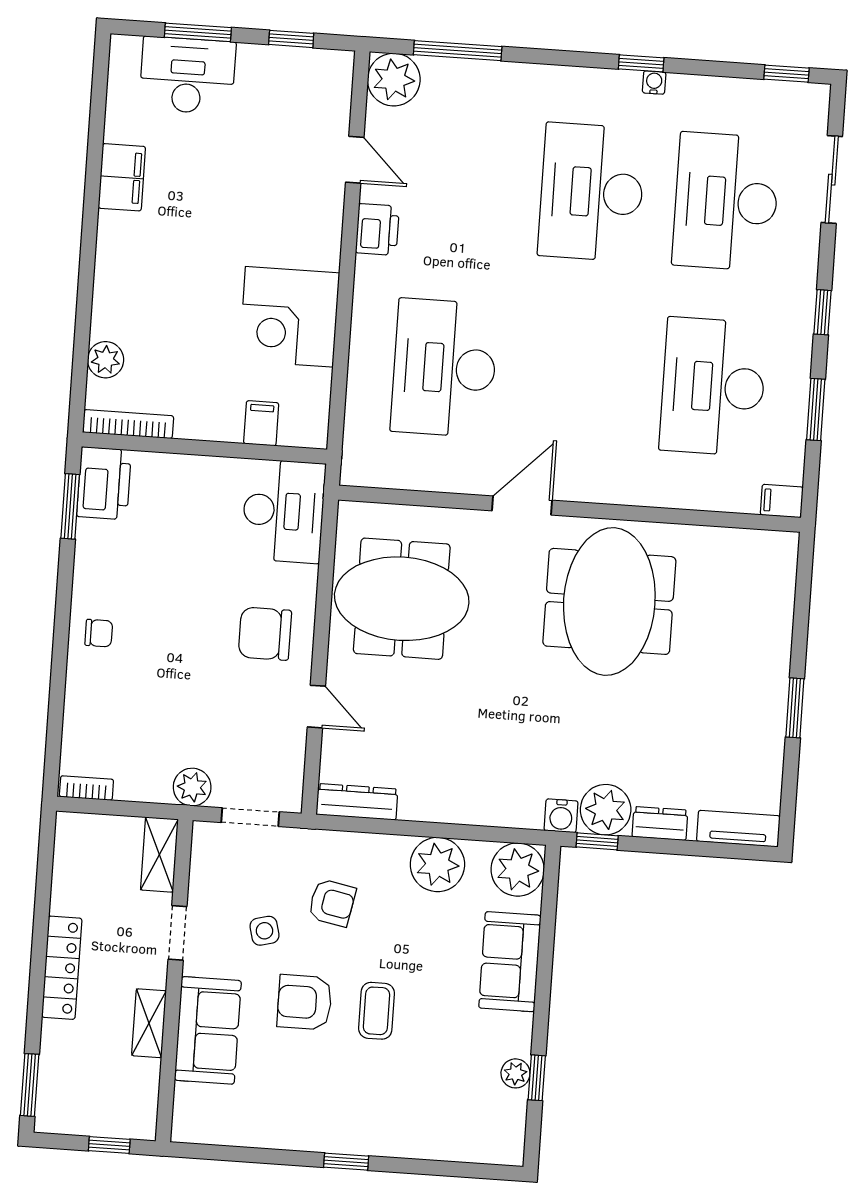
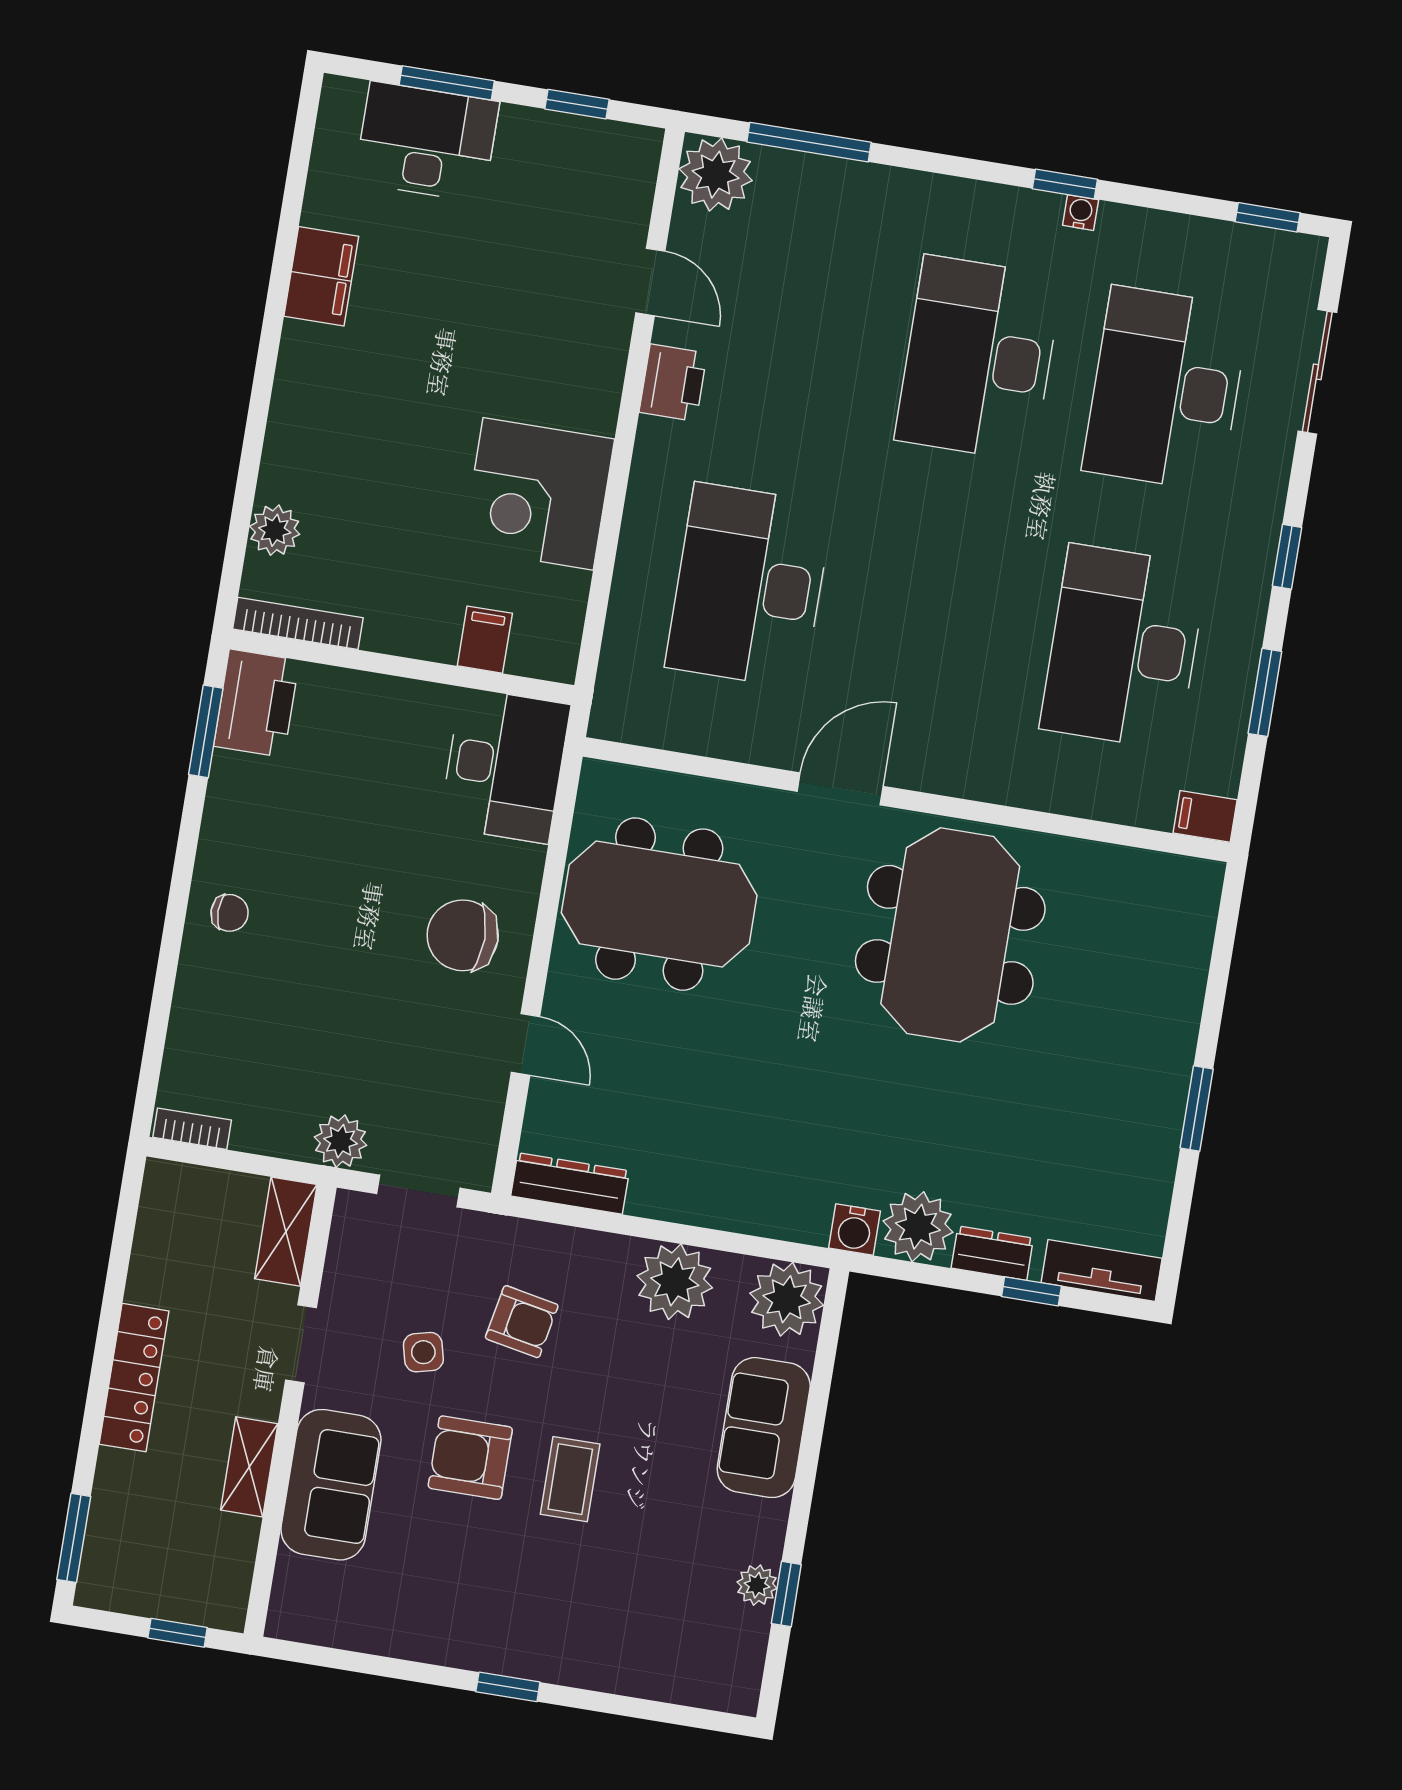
window: (597, 841) -> (1031, 1291), moved

